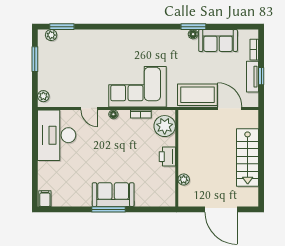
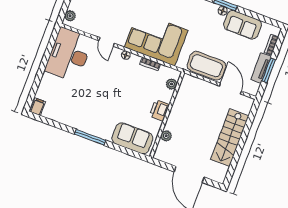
window: (261, 76) -> (269, 70), width x1.50
plant: (165, 126) -> (172, 84), width x0.53, depth x0.53
sofa: (113, 195) -> (132, 138), moved

